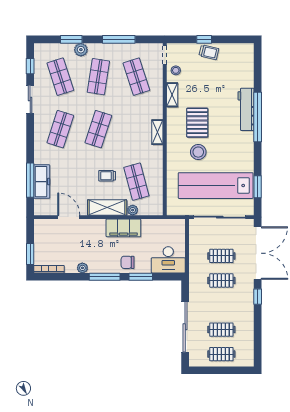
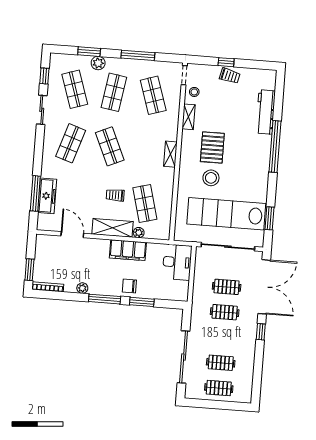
workbench: (246, 109) -> (266, 112), moved
shop shelf: (98, 129) -> (110, 146), turned -42
desk: (168, 260) -> (177, 262), moved, turned -90

